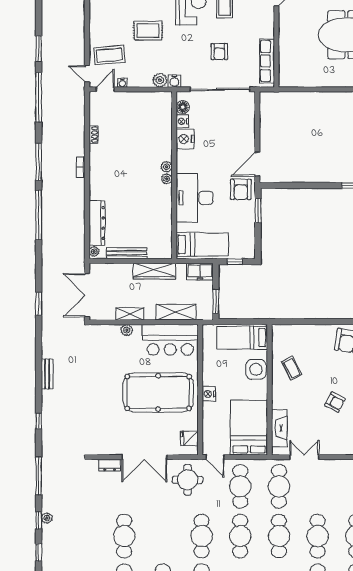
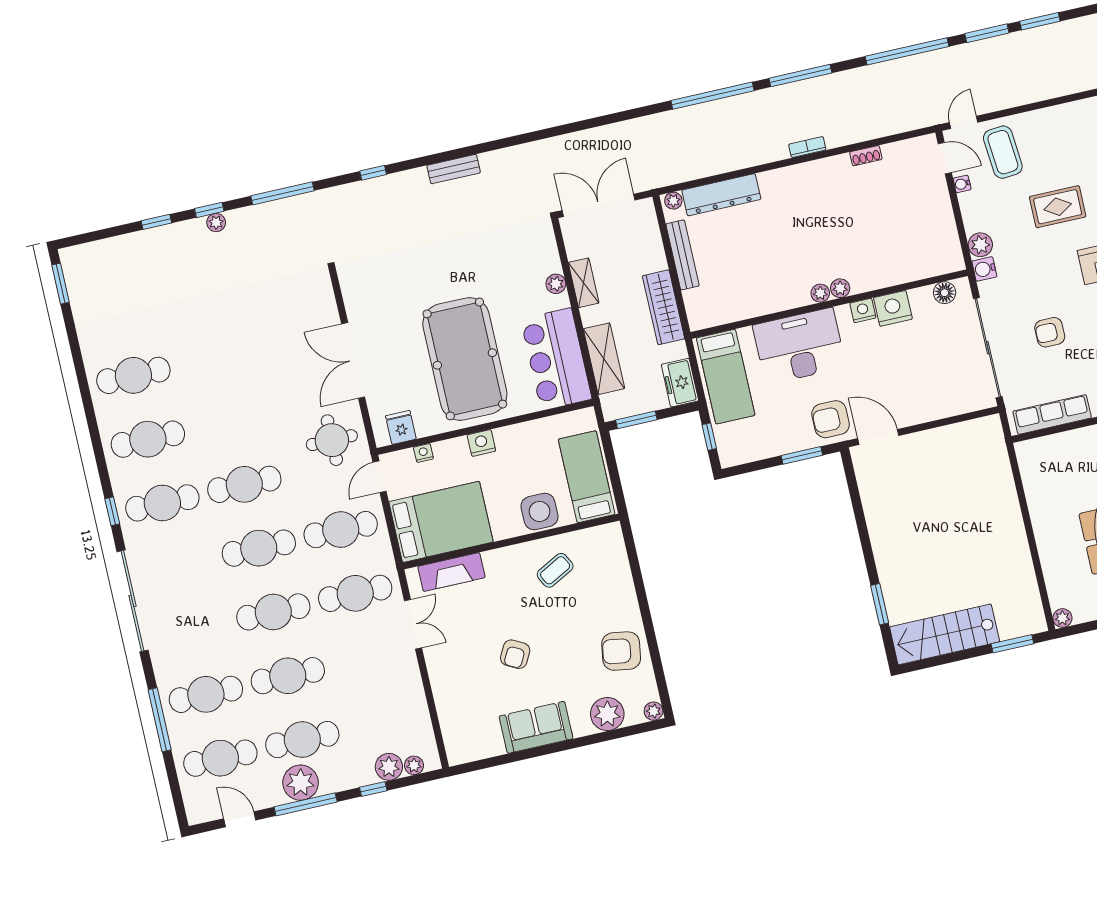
rug: (148, 31) -> (1058, 207), turned 90
nightstand: (182, 121) -> (863, 310), moved
window: (39, 304) -> (1040, 21), moved
nightstand: (207, 429) -> (423, 453), added
dresser: (110, 465) -> (327, 306), removed
cafe table: (124, 536) -> (215, 357), removed

